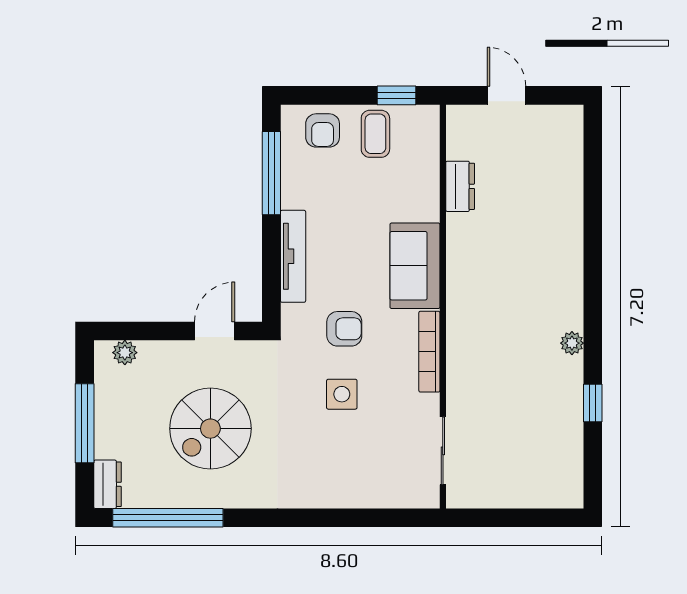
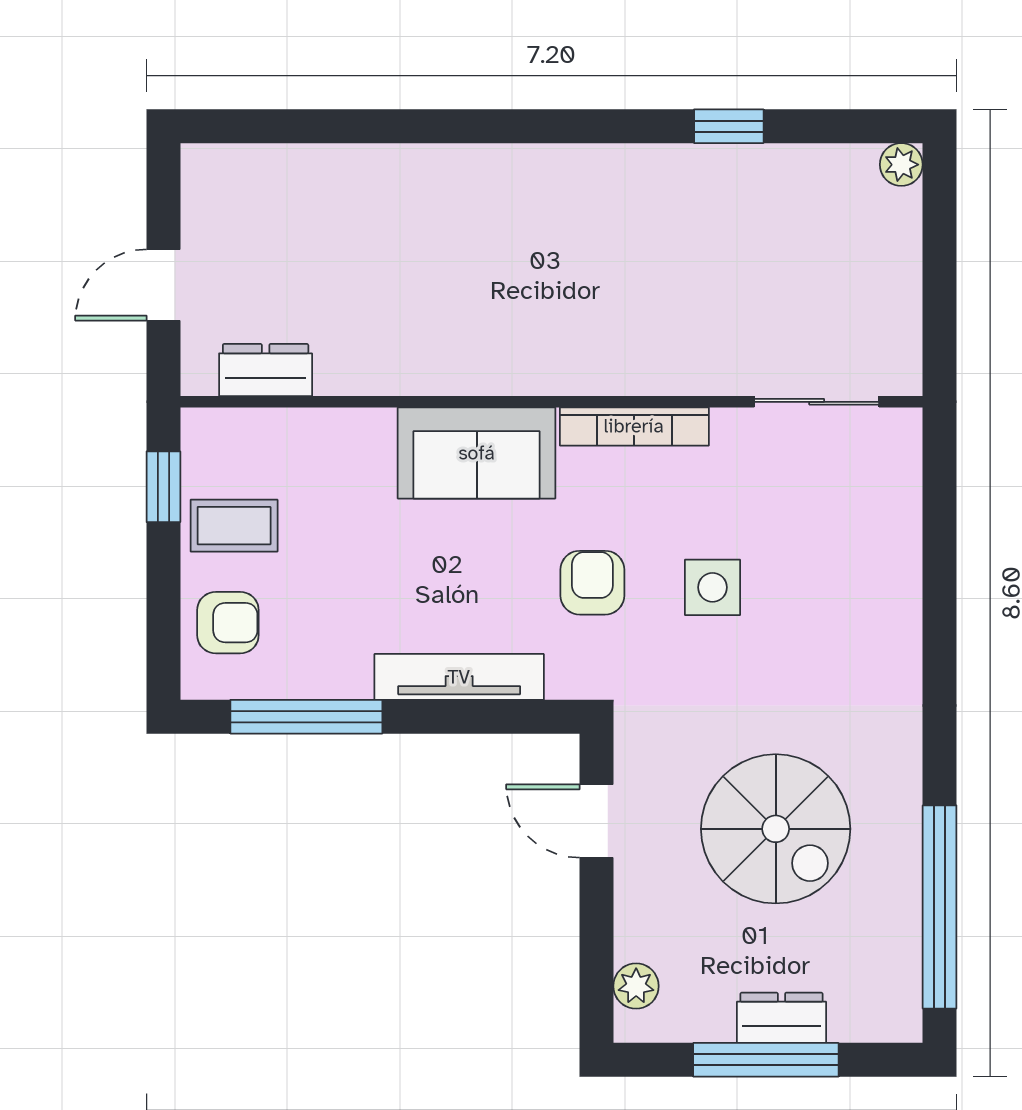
dresser: (460, 186) -> (266, 370), moved
plant: (572, 343) -> (901, 165), moved
dresser: (108, 484) -> (781, 1018), moved

